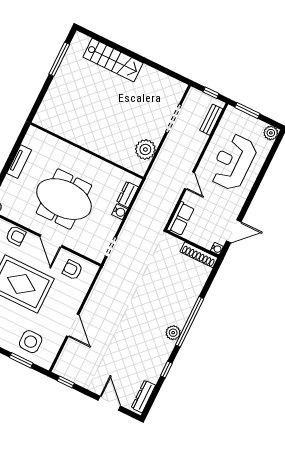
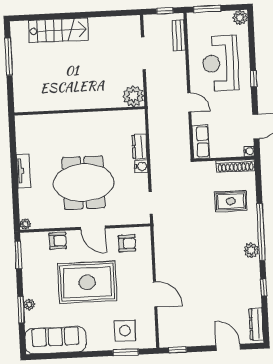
wall: (87, 151) -> (79, 111), moved
window: (254, 190) -> (253, 79), added
armchair: (72, 270) -> (127, 243), turned 180
rug: (179, 282) -> (231, 201), added

